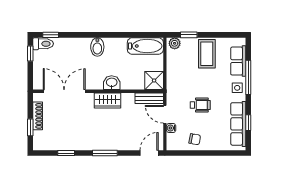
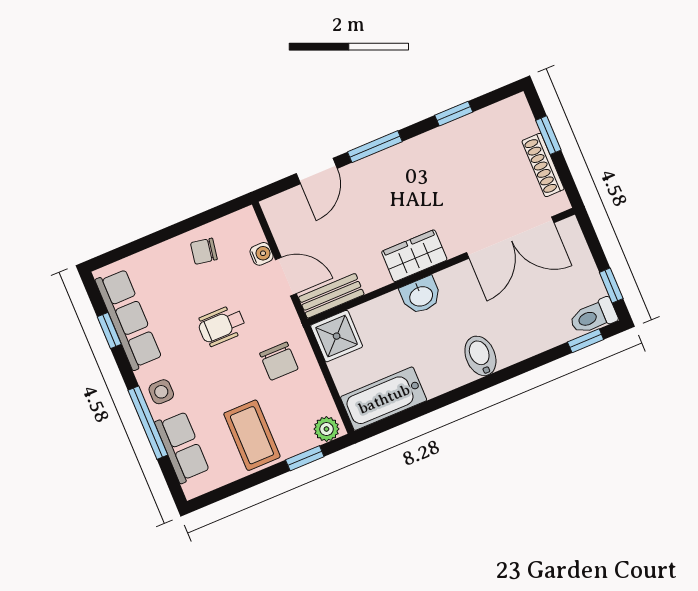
chair: (183, 80) -> (279, 361), added
door: (149, 153) -> (317, 171), moved

